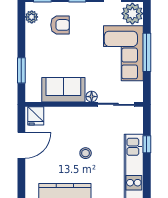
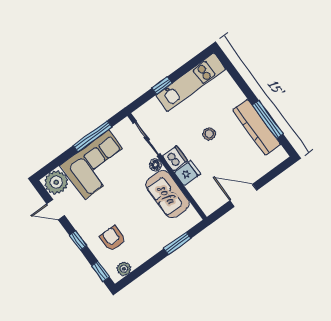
window: (147, 52) -> (93, 136), moved
dishwasher: (86, 115) -> (175, 158), added
fridge: (36, 116) -> (187, 173), moved

